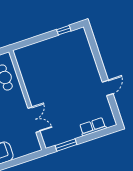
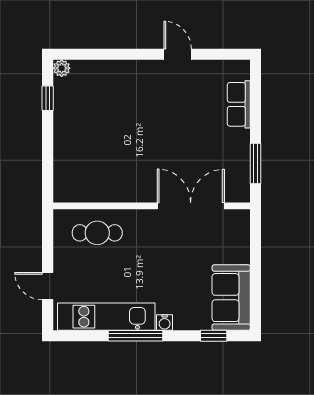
plant: (81, 32) -> (62, 68), added
double door: (34, 120) -> (191, 206), width x1.37

